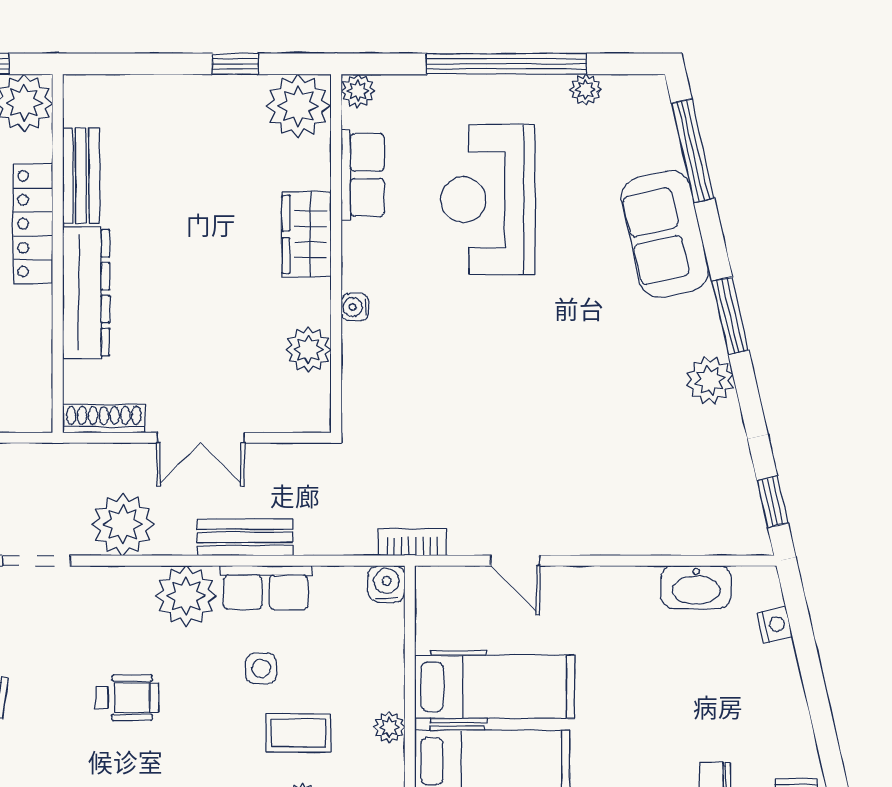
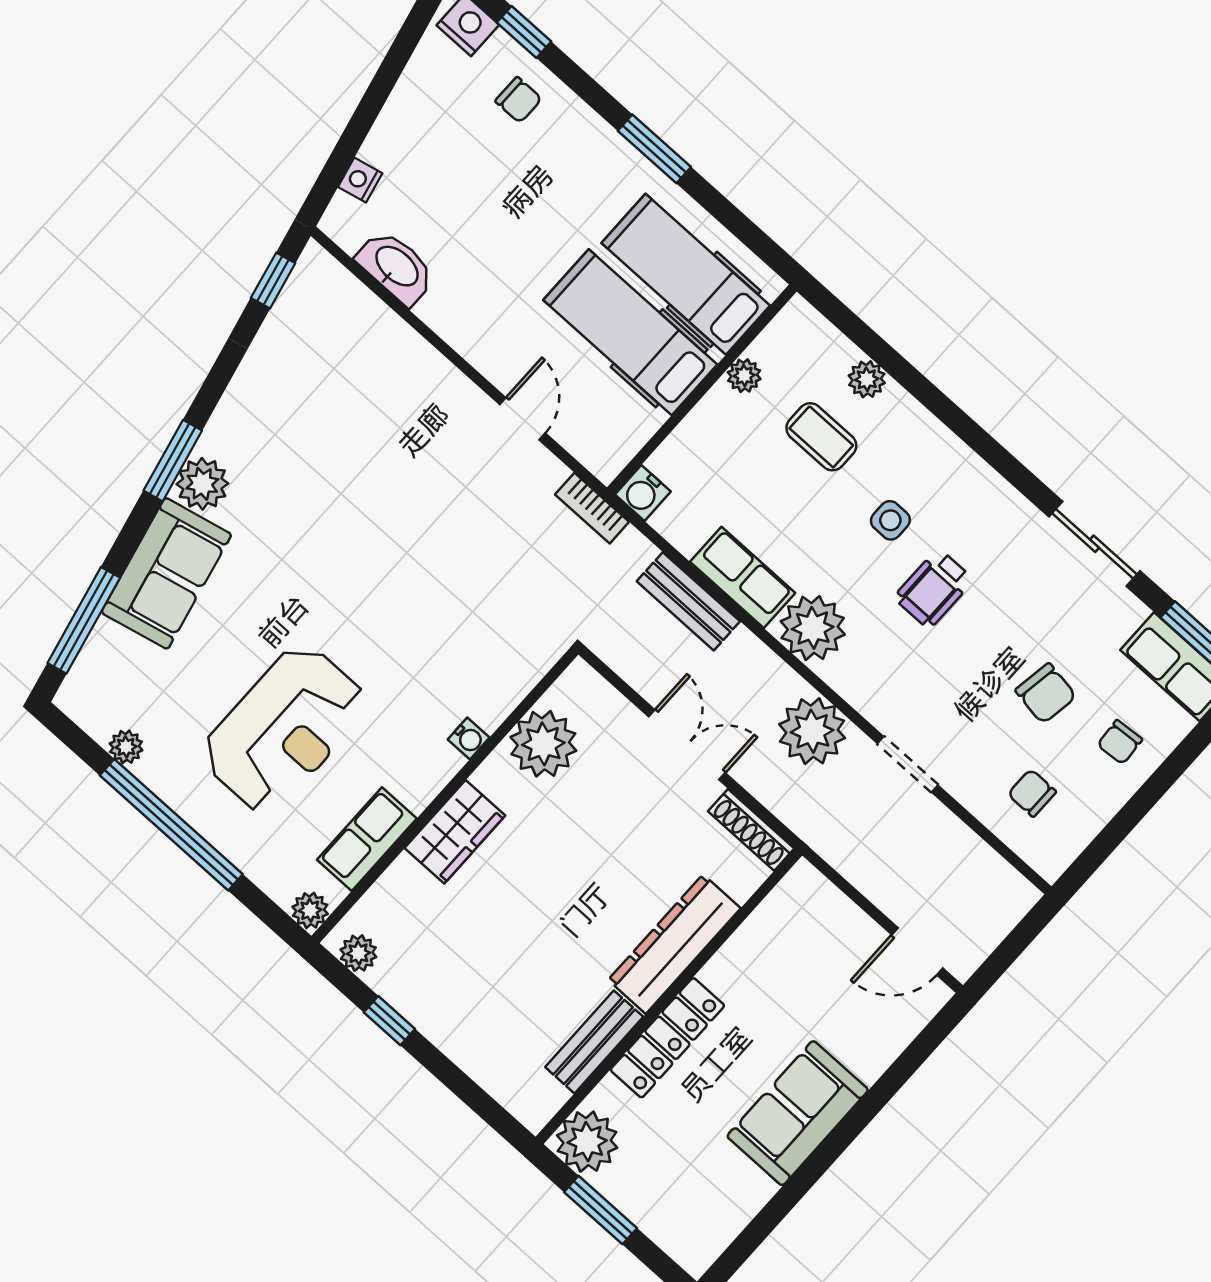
plant: (298, 106) -> (358, 953), width x0.53, depth x0.53
plant: (308, 350) -> (543, 744), width x1.36, depth x1.36
plant: (710, 380) -> (202, 484), moved
bench: (245, 537) -> (688, 601), moved
side table: (261, 668) -> (890, 520), moved
wheelchair: (127, 698) -> (934, 589), turned -90

